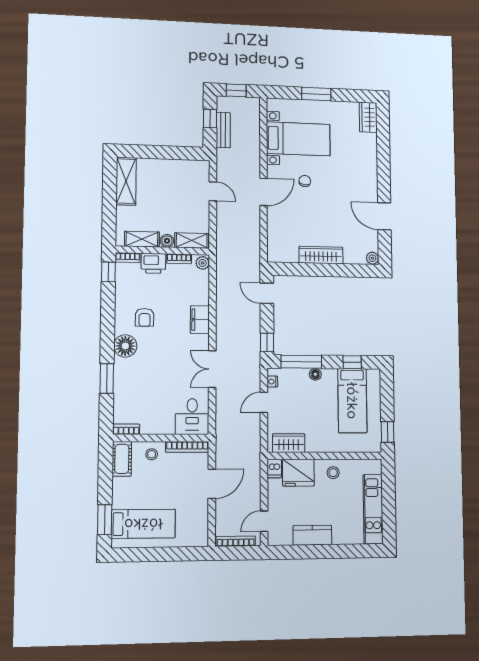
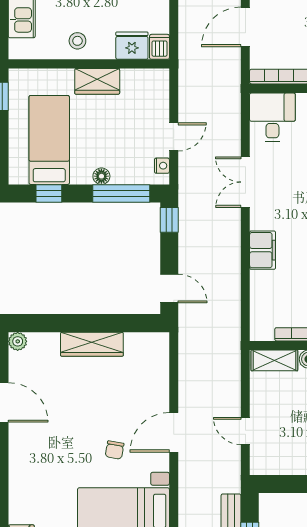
plant: (203, 263) -> (259, 329), removed
double door: (212, 369) -> (245, 182), swing flipped
wardrobe: (289, 443) -> (97, 81), moved
fridge: (298, 473) -> (132, 46), width x0.73, depth x0.75

